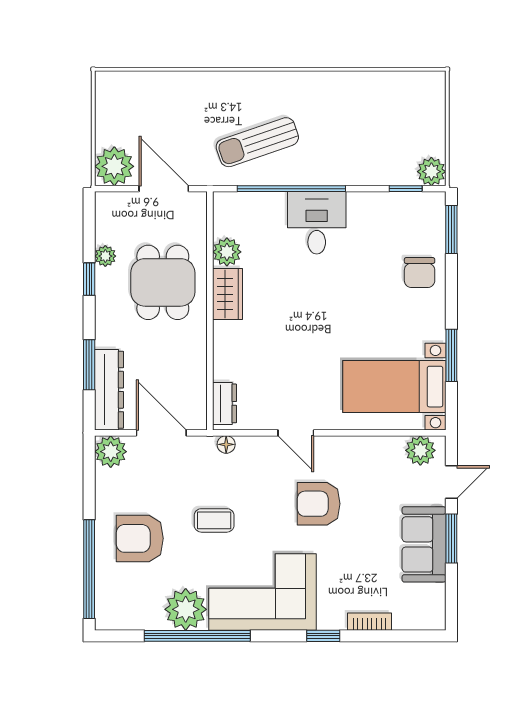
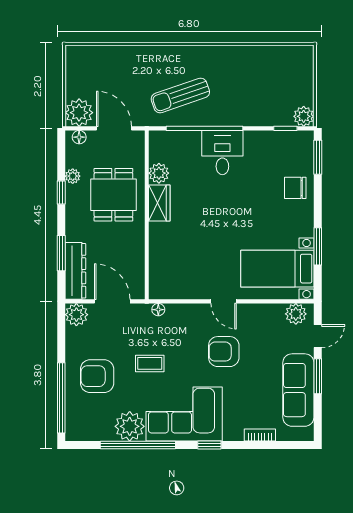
floor lamp: (115, 201) -> (79, 137), added
chair: (420, 273) -> (295, 188), turned 90
dresser: (225, 403) -> (157, 281), removed
door: (296, 433) -> (224, 301), moved
sofa: (424, 544) -> (298, 390), width x1.36
window: (323, 636) -> (209, 445), moved

